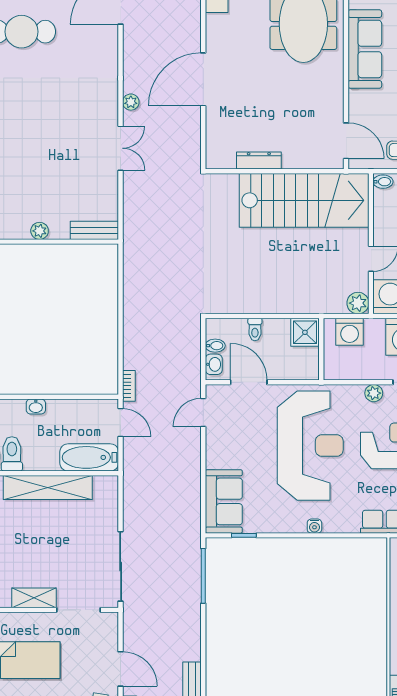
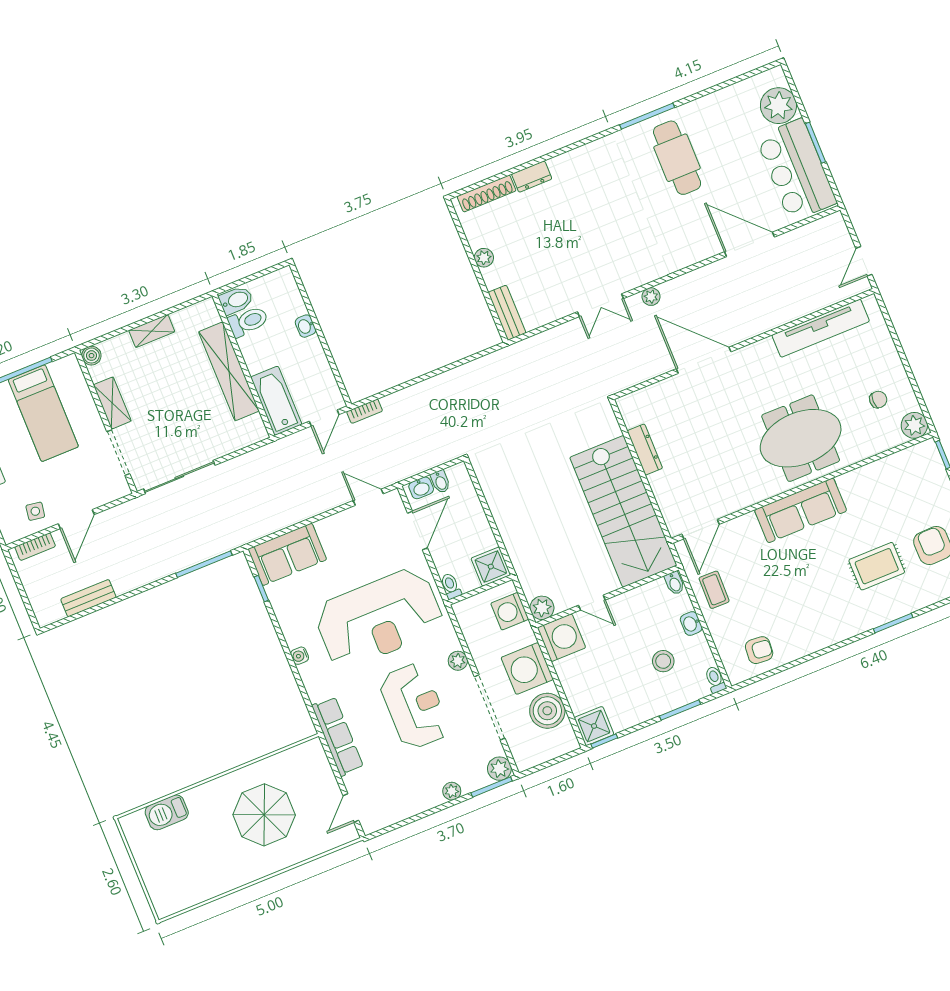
toilet: (255, 330) -> (451, 586), moved, turned 90

